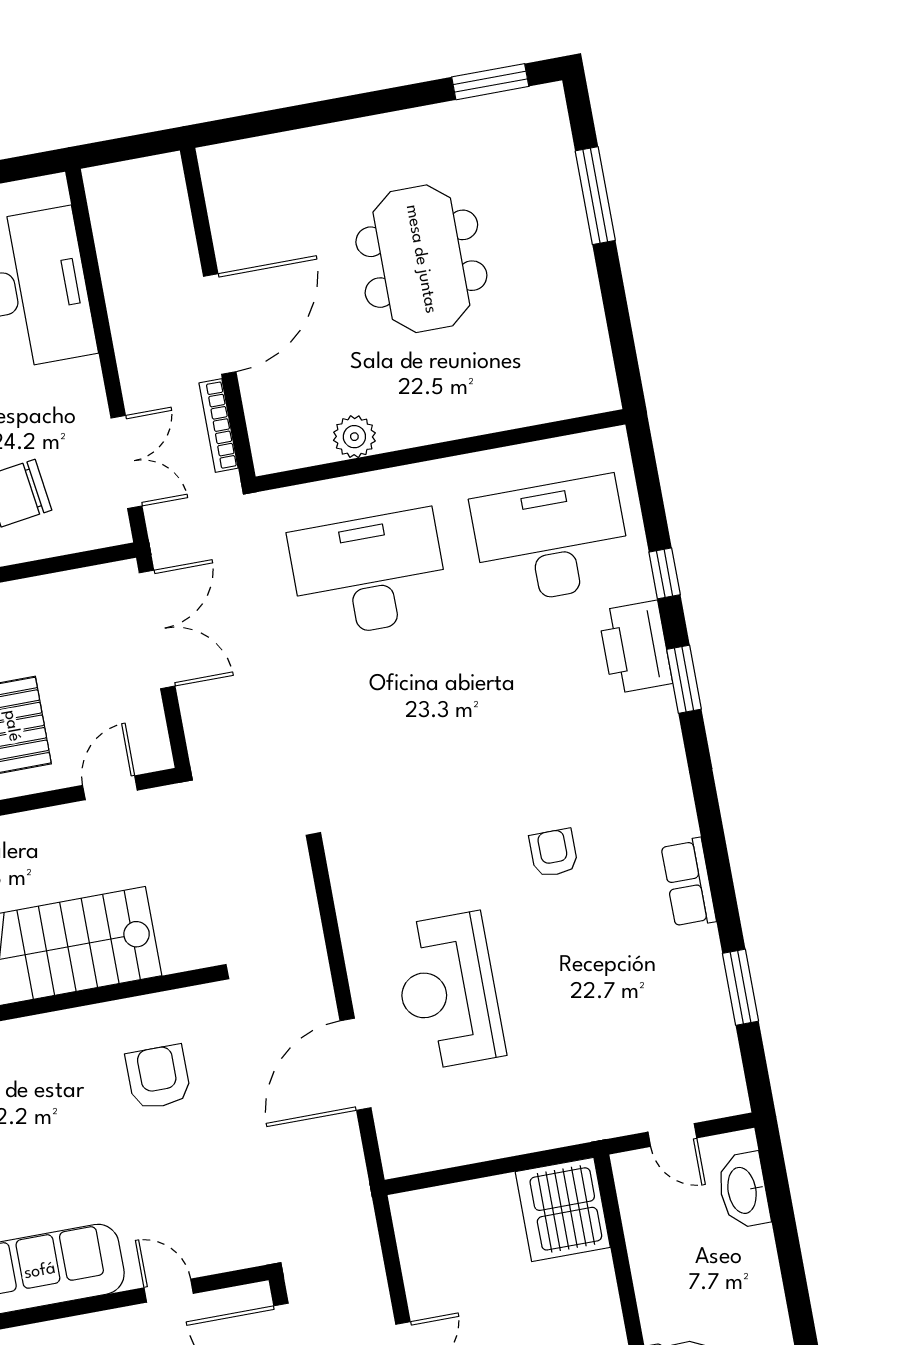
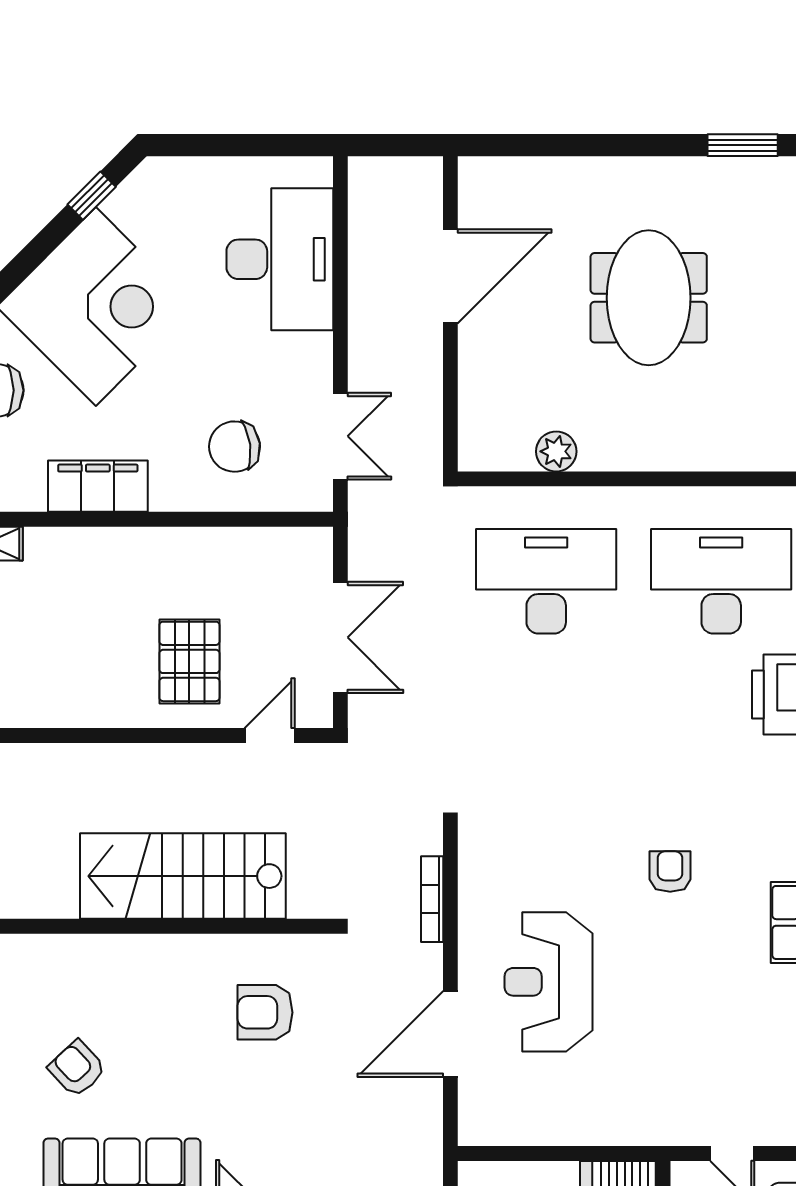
door: (220, 324) -> (450, 276), moved
bookcase: (219, 426) -> (432, 899), moved
double door: (157, 629) -> (340, 637), moved
armchair: (158, 1077) -> (265, 1012), turned -90

